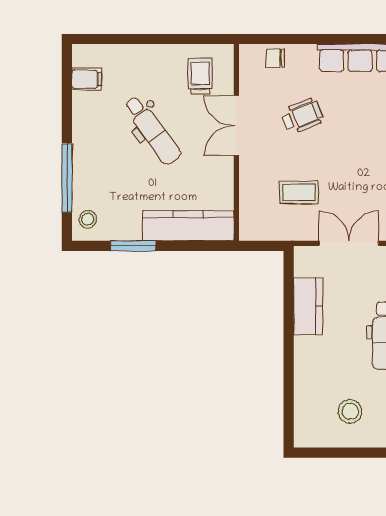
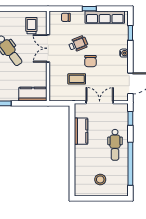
window: (326, 39) -> (89, 9), added
chair: (329, 153) -> (90, 61), added
kitchen counter: (188, 226) -> (33, 94), width x0.67

